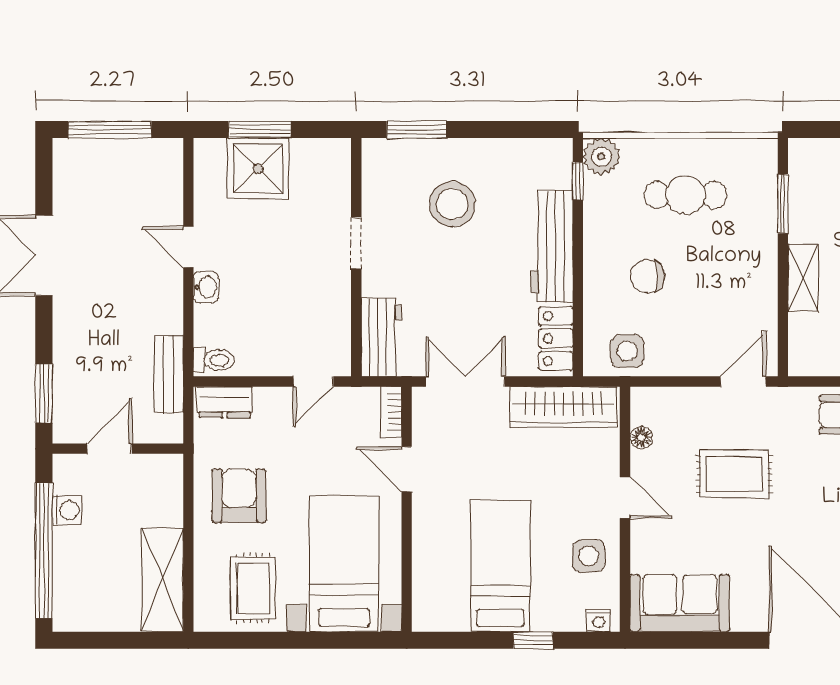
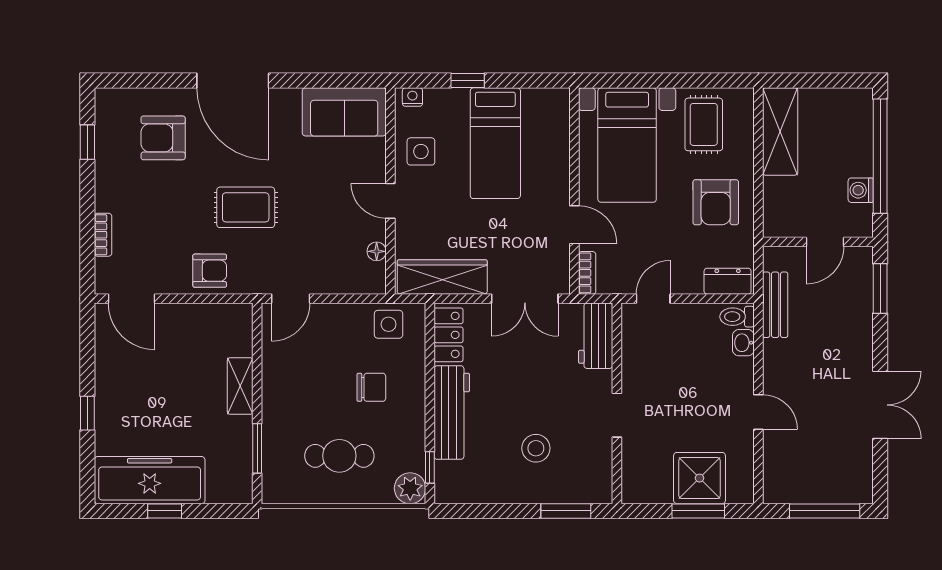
stool: (452, 204) -> (536, 448), width x0.73, depth x0.73
washbasin: (206, 287) -> (743, 343), moved
rug: (734, 474) -> (246, 207), moved

